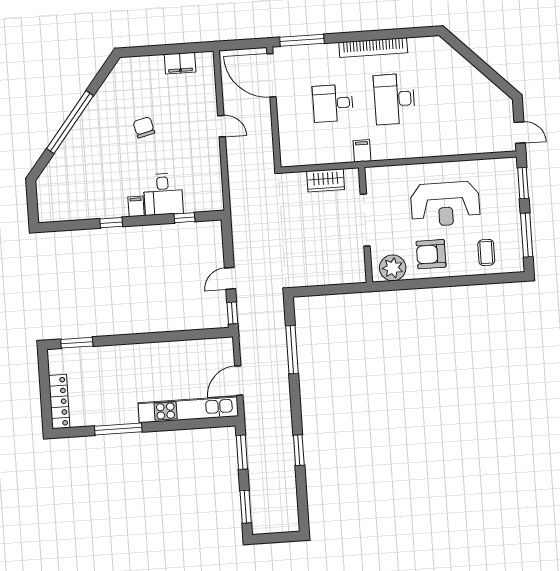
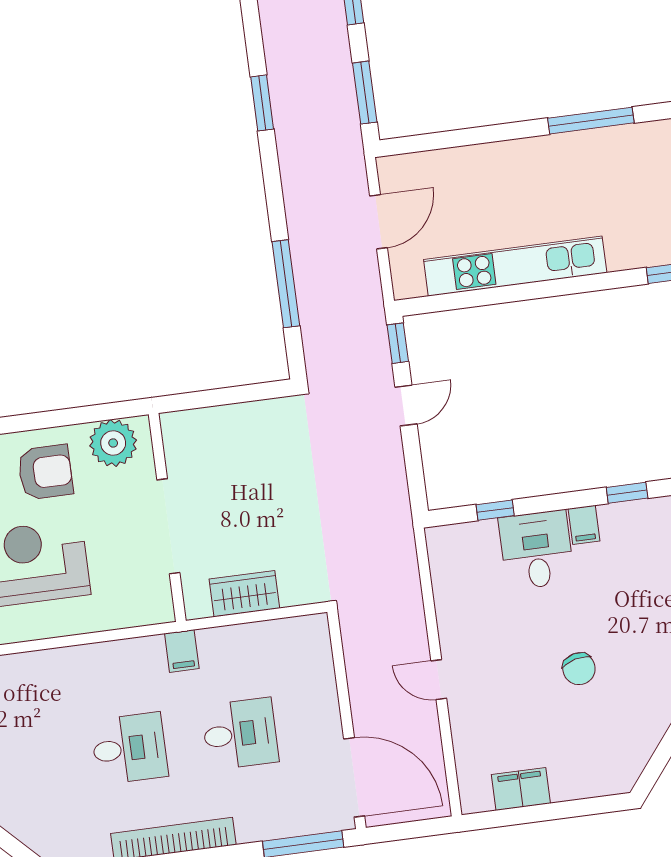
desk: (394, 99) -> (129, 748), width x0.73
kitchen unit: (188, 409) -> (515, 266), moved, turned 180

